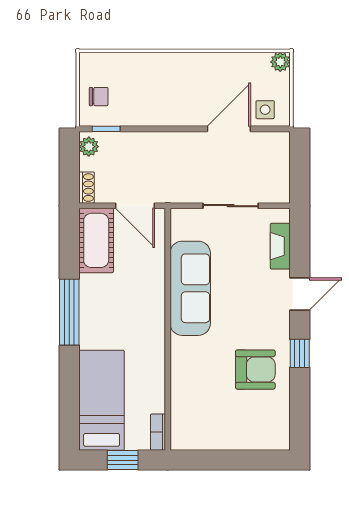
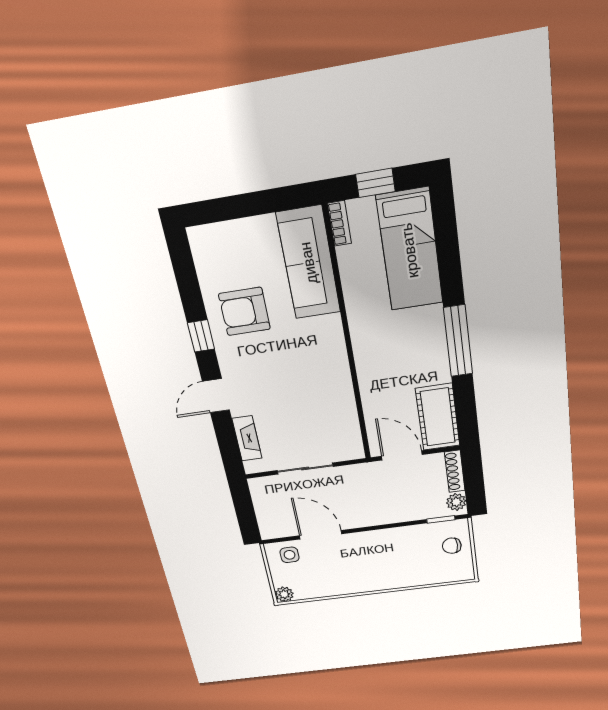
door: (229, 129) -> (321, 535), swing flipped
shoe rack: (87, 188) -> (455, 471), width x1.43
sofa: (190, 288) -> (309, 263), moved

